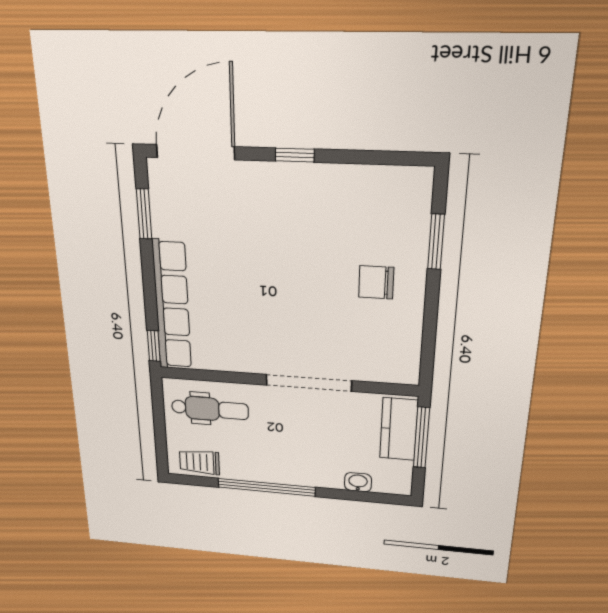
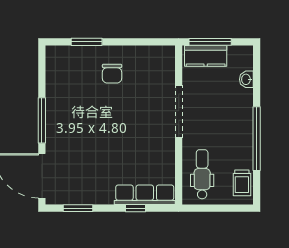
window: (295, 155) -> (42, 120), width x2.17
row of seats: (172, 306) -> (145, 195), width x0.73
window: (154, 346) -> (135, 208), moved

